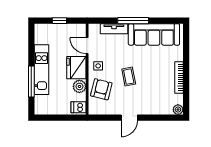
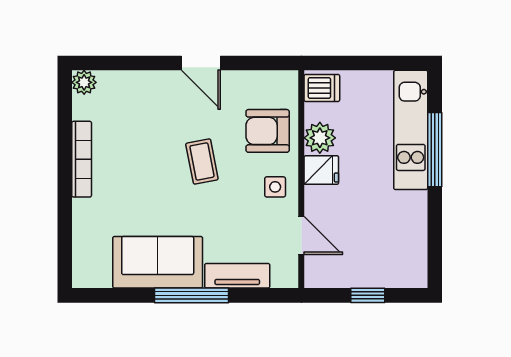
sofa: (154, 34) -> (158, 262), width x0.73
fridge: (76, 68) -> (321, 170), width x0.53, depth x0.75
kitchen unit: (42, 70) -> (411, 130), moved
armchair: (101, 89) -> (268, 131), turned 76
door: (129, 118) -> (201, 63), swing flipped

